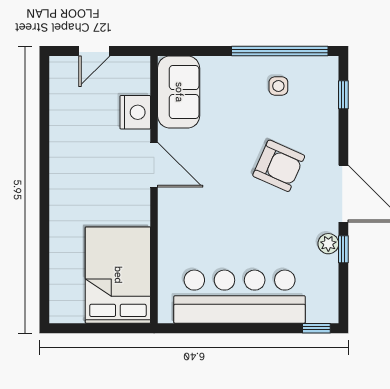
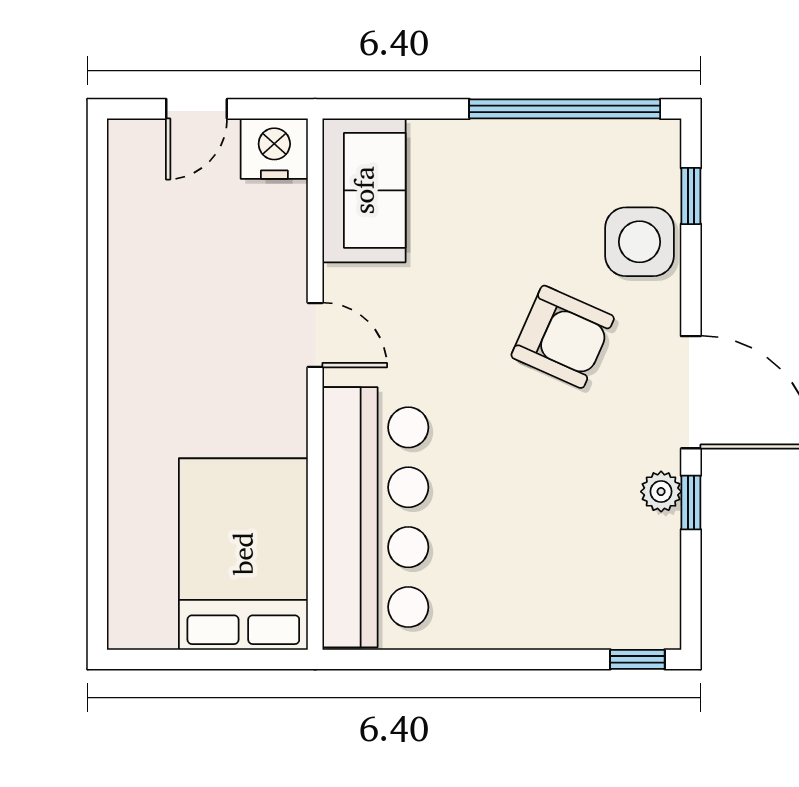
side table: (278, 86) -> (640, 242), moved, width x1.87, depth x1.87
nightstand: (135, 112) -> (274, 149), moved, turned -90
door: (154, 165) -> (315, 335), width x0.73
bar counter: (240, 297) -> (375, 517), moved, turned 90

